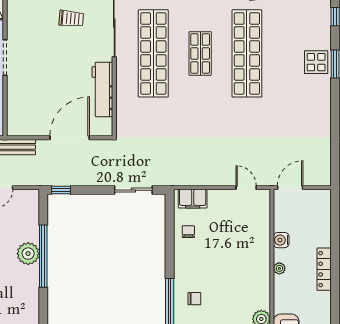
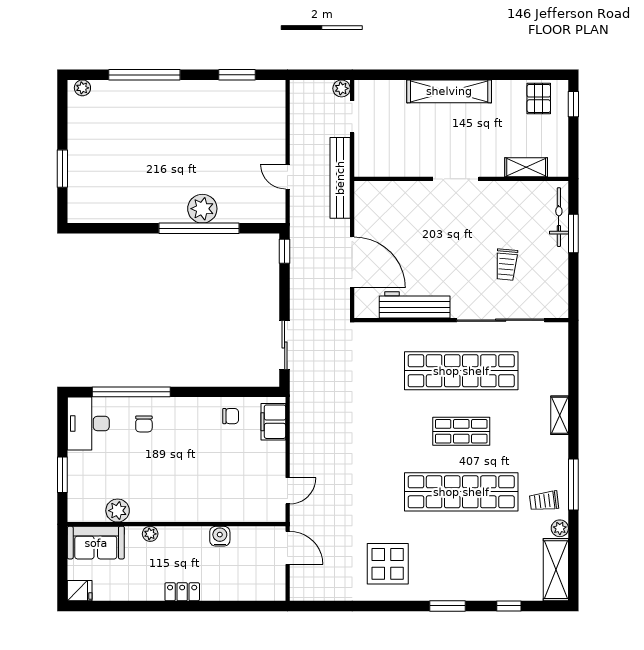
display table: (316, 62) -> (388, 564), moved, width x1.36, depth x1.36
plant: (279, 268) -> (150, 534), moved
locker: (324, 269) -> (182, 592), width x0.66

